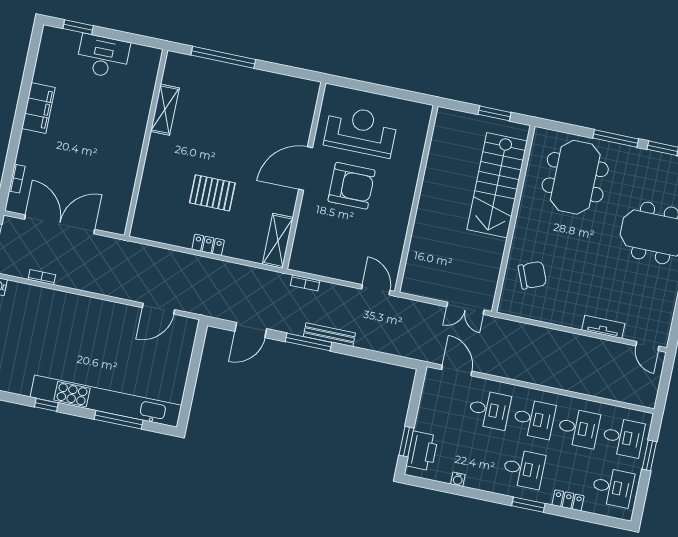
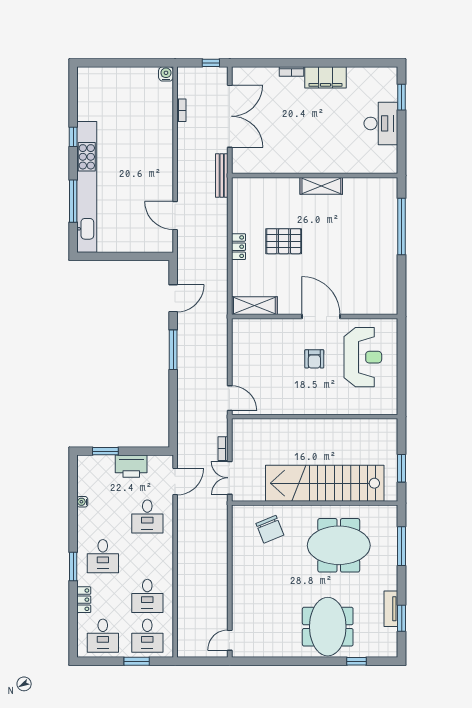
shelving: (165, 110) -> (321, 186), moved
window: (616, 138) -> (402, 546), moved
meeting table: (575, 177) -> (339, 545), moved
bookcase: (17, 179) -> (292, 71), moved
stairs: (497, 185) -> (325, 483), width x1.36
armchair: (352, 186) -> (314, 359), width x0.53, depth x0.53
pallet: (212, 193) -> (284, 241), turned 90
bookcase: (305, 283) -> (223, 449), moved
door: (376, 290) -> (230, 398), hinge flipped
tv unit: (603, 327) -> (391, 609), moved, turned 180
door: (251, 330) -> (173, 298), swing flipped
bench: (329, 335) -> (222, 176), moved
desk: (534, 419) -> (147, 556), removed
printer: (422, 451) -> (131, 466), moved

